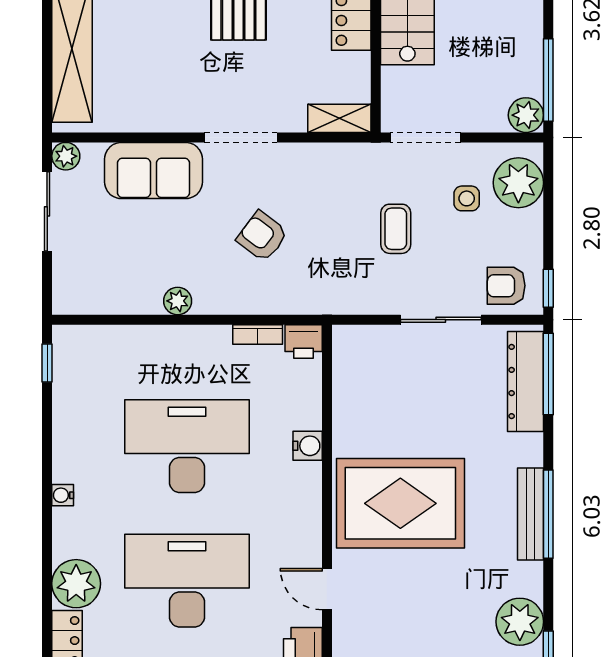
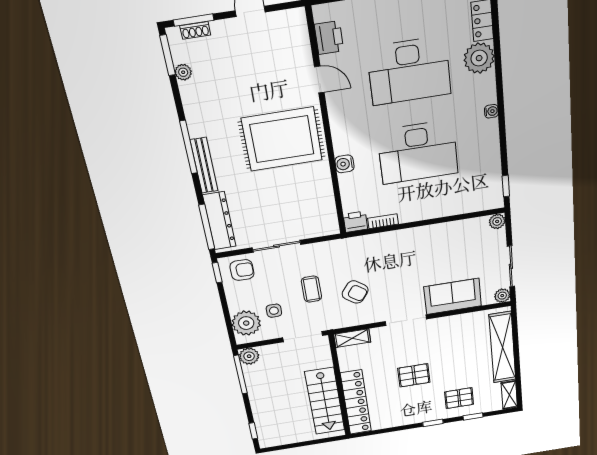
armchair: (262, 236) -> (355, 292), moved
plant: (178, 301) -> (497, 221), moved
bench: (531, 514) -> (204, 165), moved
plant: (520, 622) -> (183, 72), width x0.53, depth x0.53

